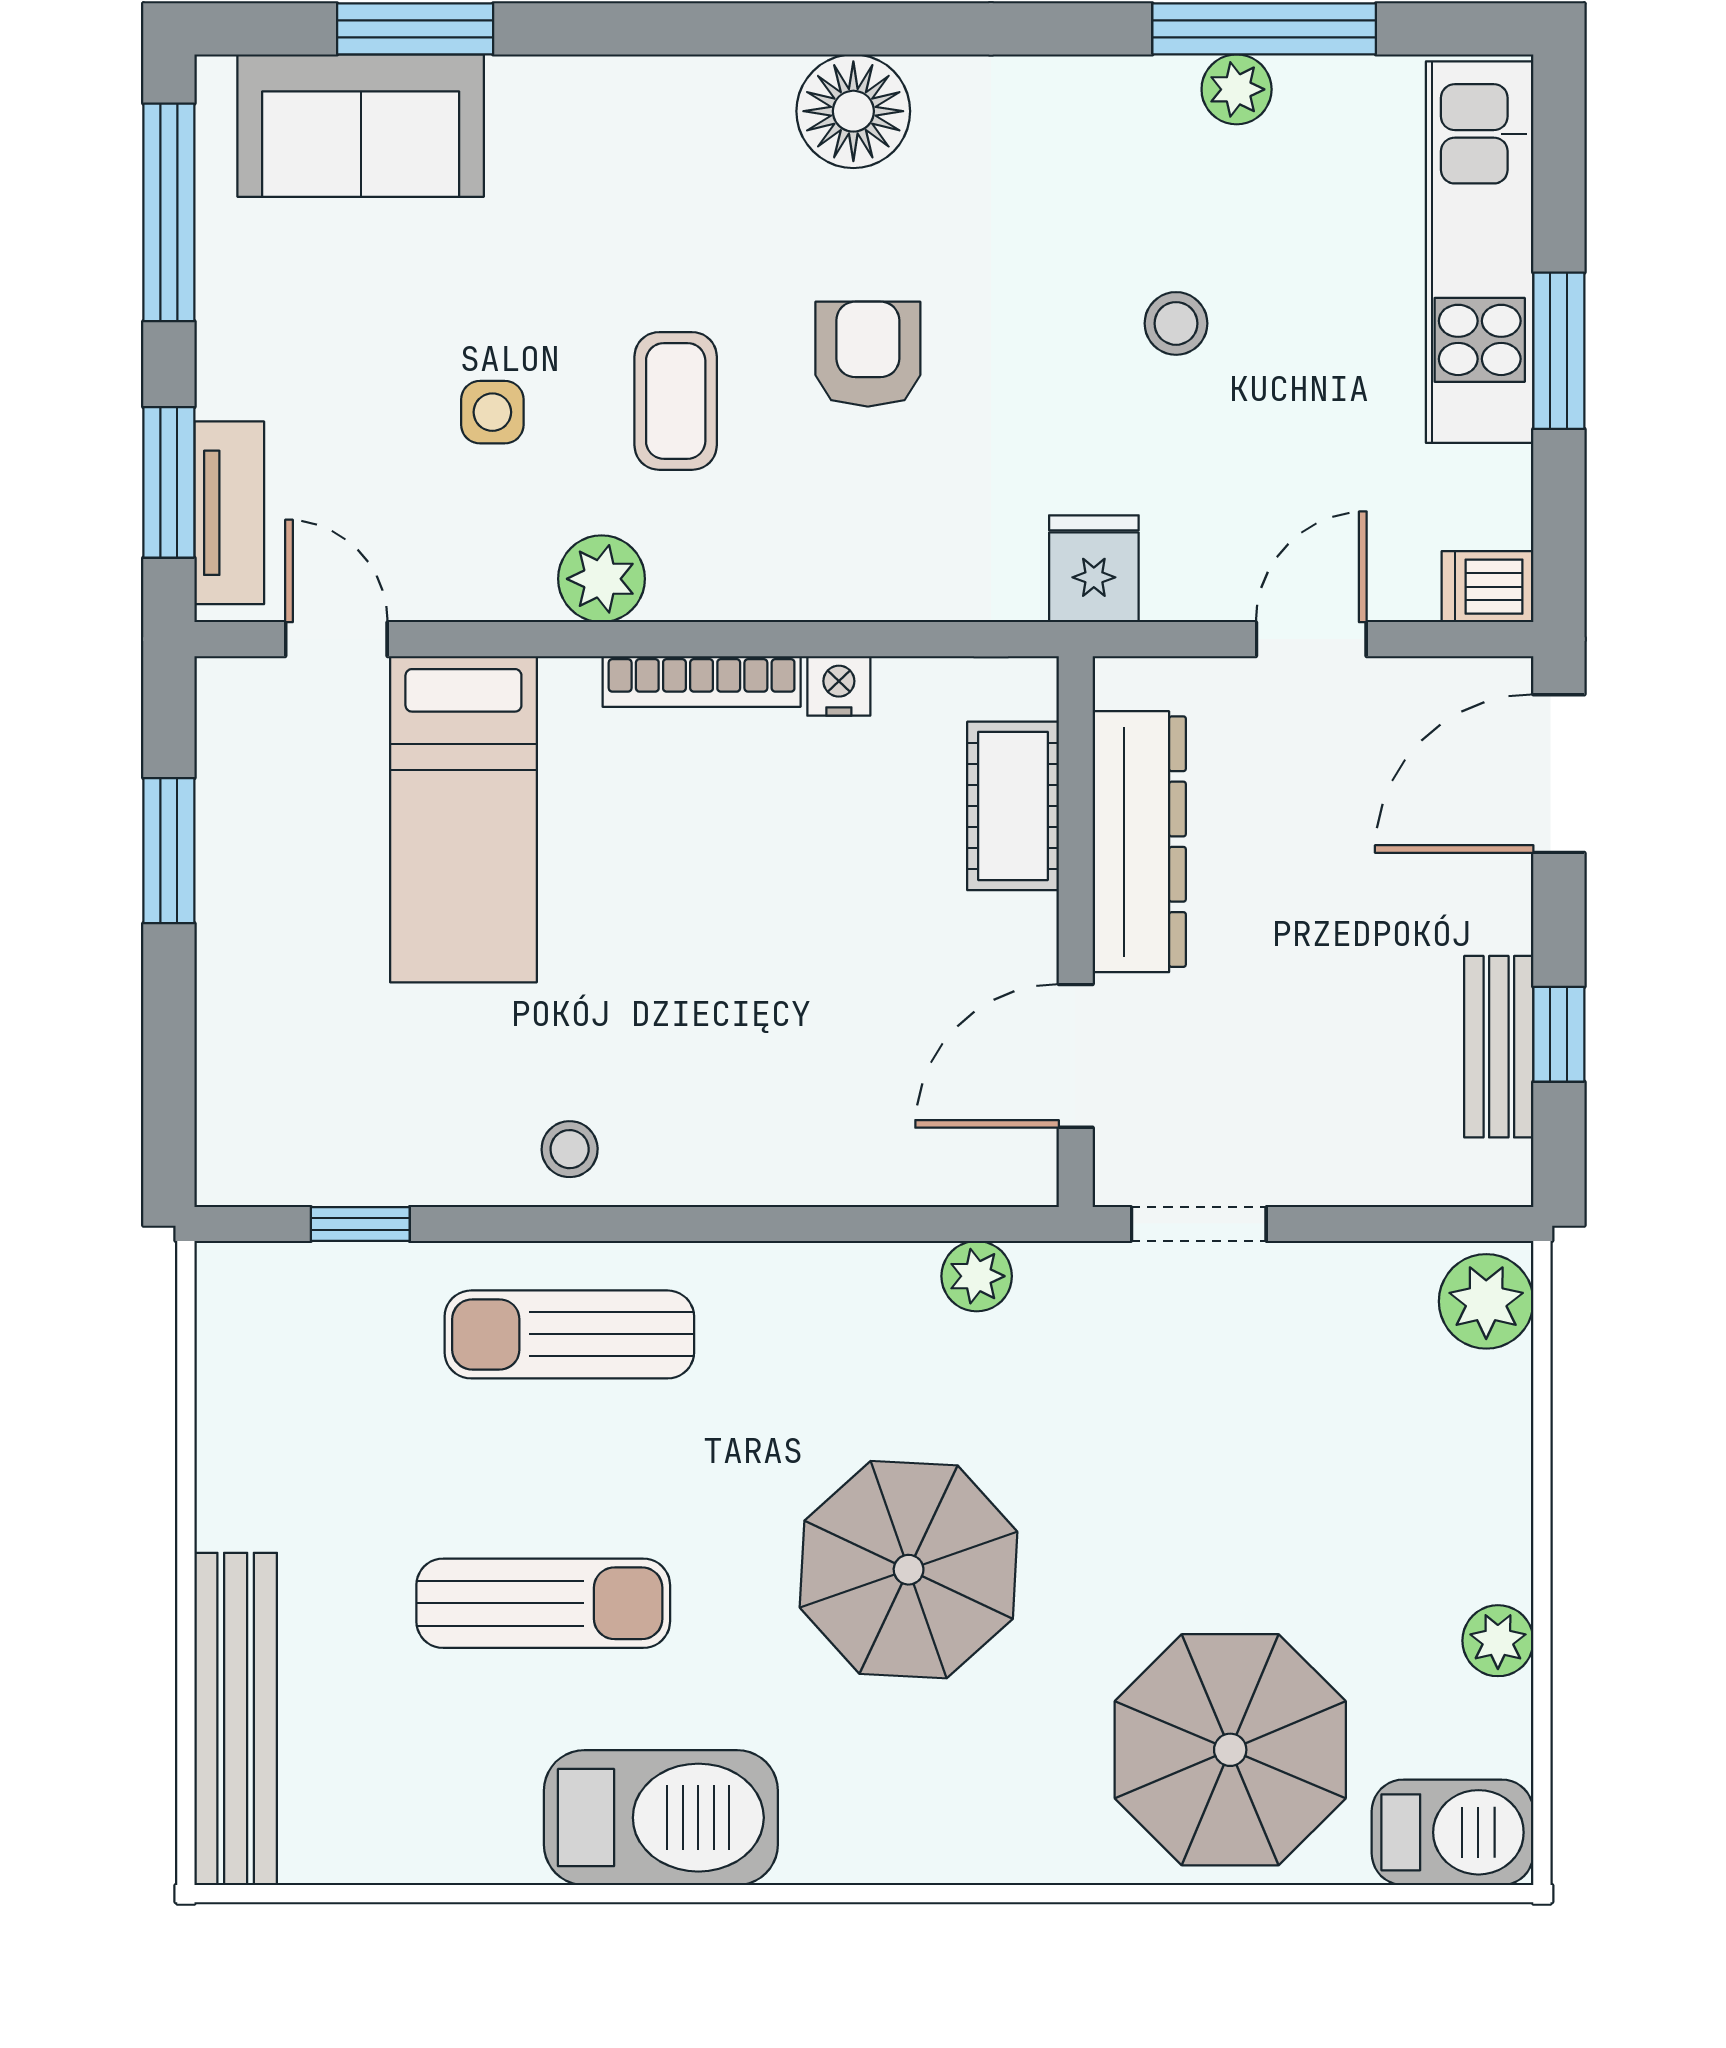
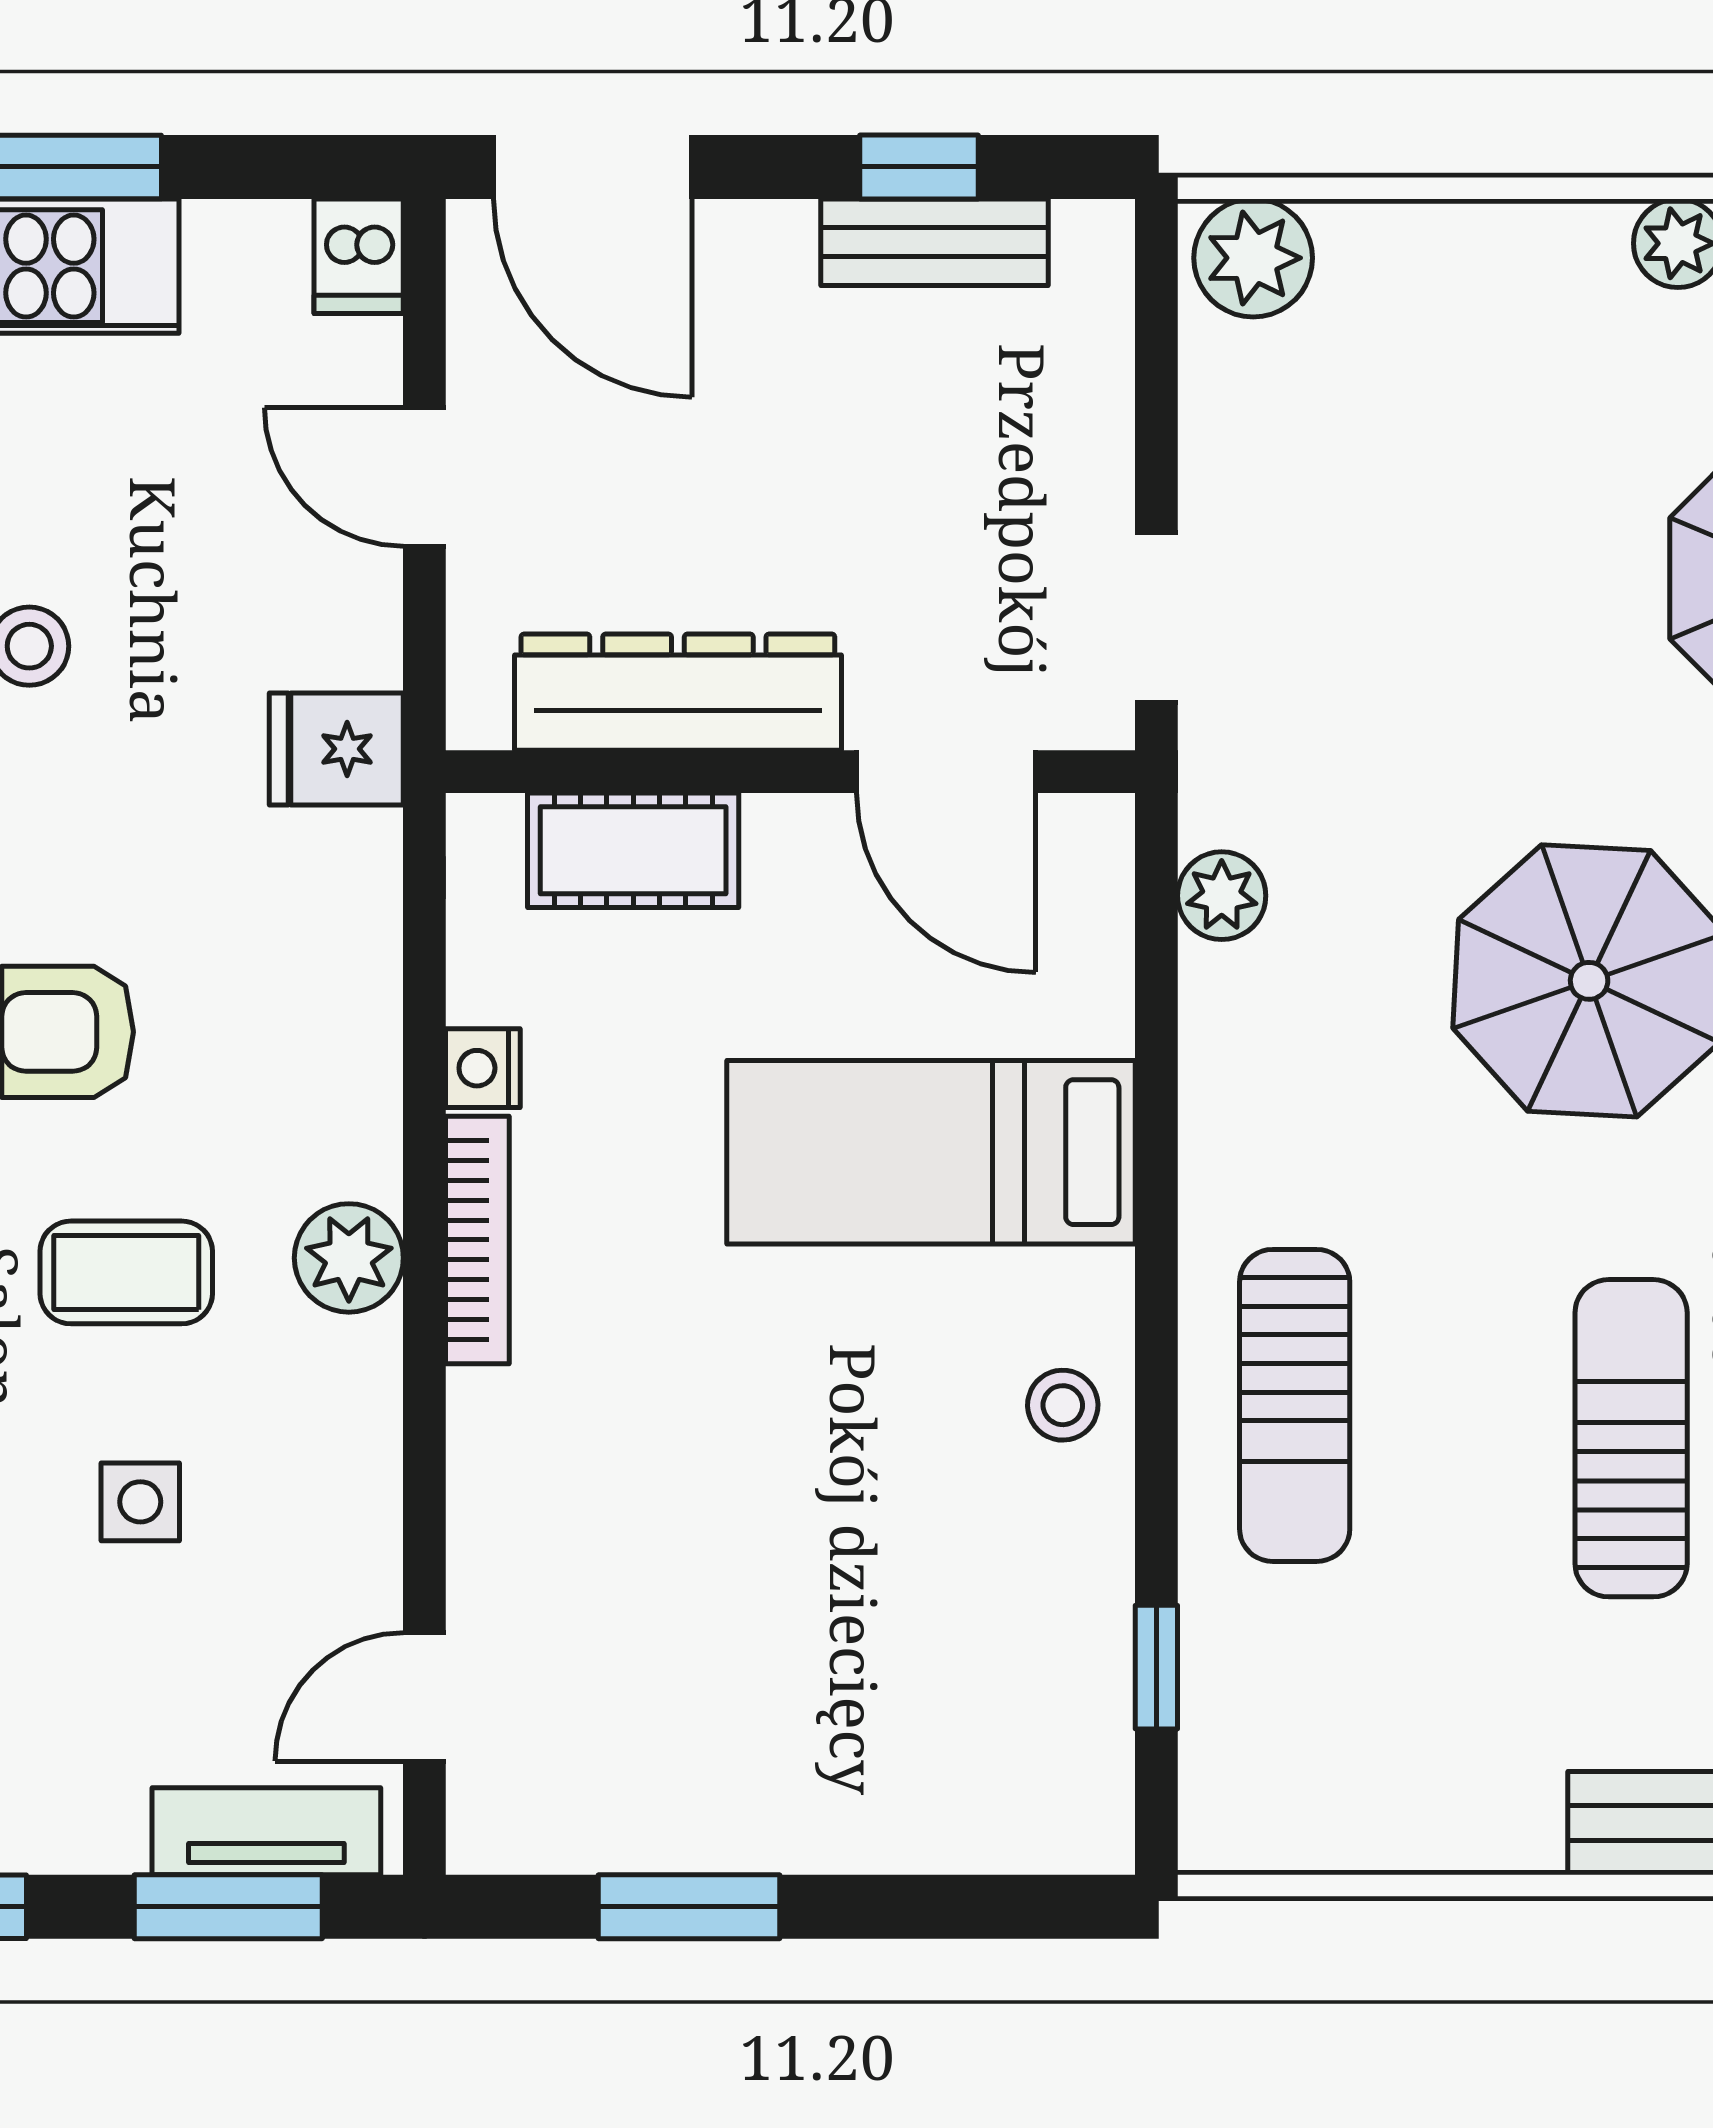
plant: (601, 579) -> (349, 1258), moved
bed: (463, 819) -> (931, 1152), moved, turned 180

